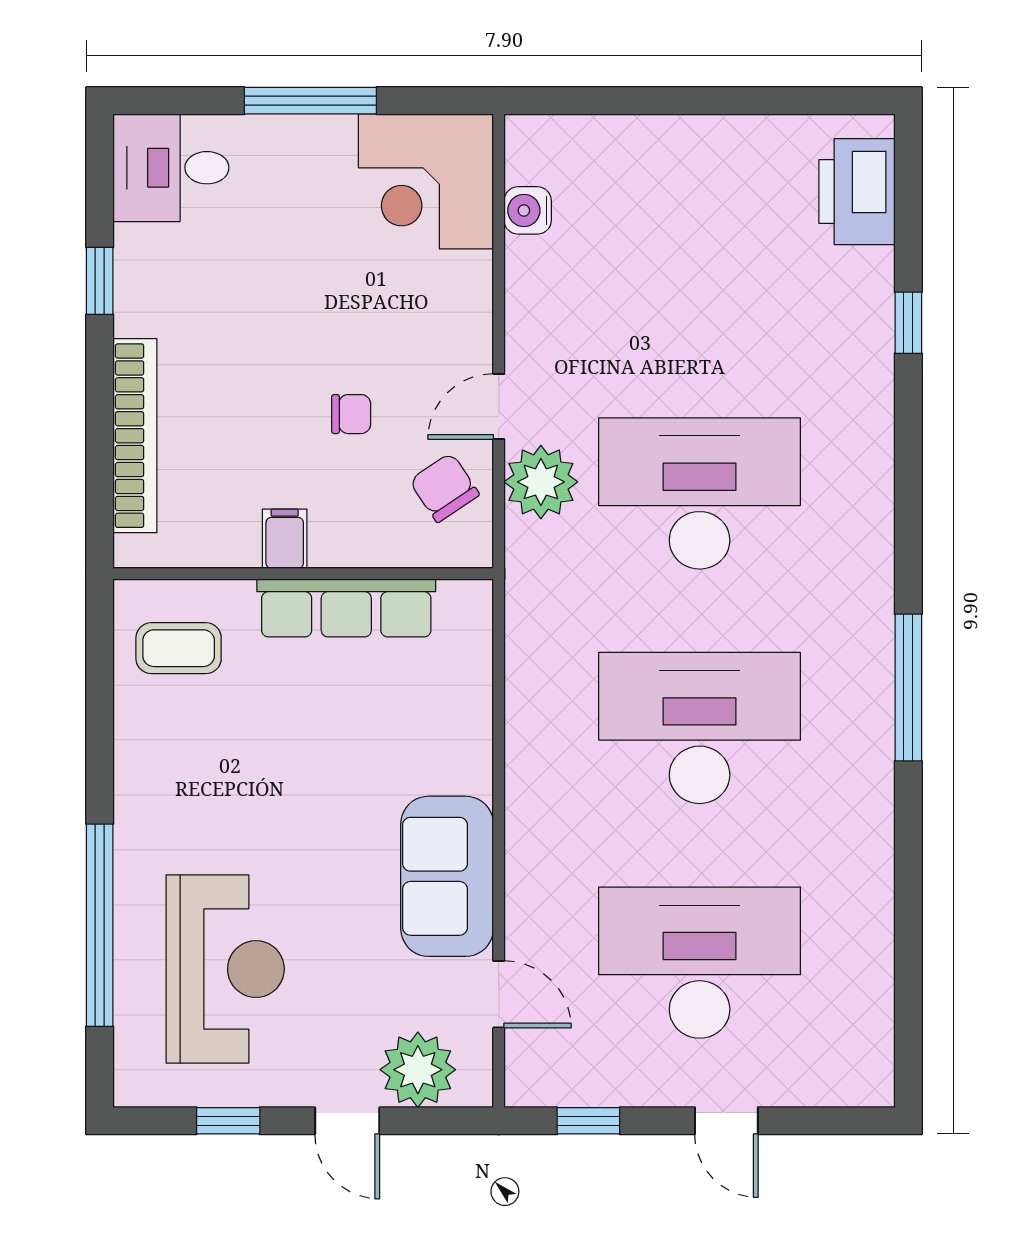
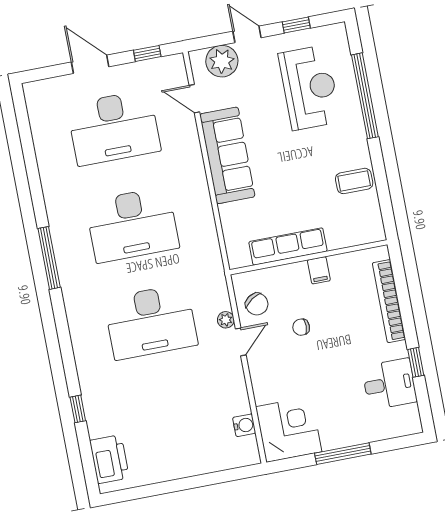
desk: (171, 168) -> (389, 384), moved
plant: (541, 482) -> (226, 320), width x0.53, depth x0.53
coffee table: (179, 648) -> (354, 181), moved
sofa: (447, 876) -> (227, 155), width x1.36
reception desk: (225, 969) -> (309, 88), turned 180
door: (726, 1121) -> (90, 64), width x1.38

